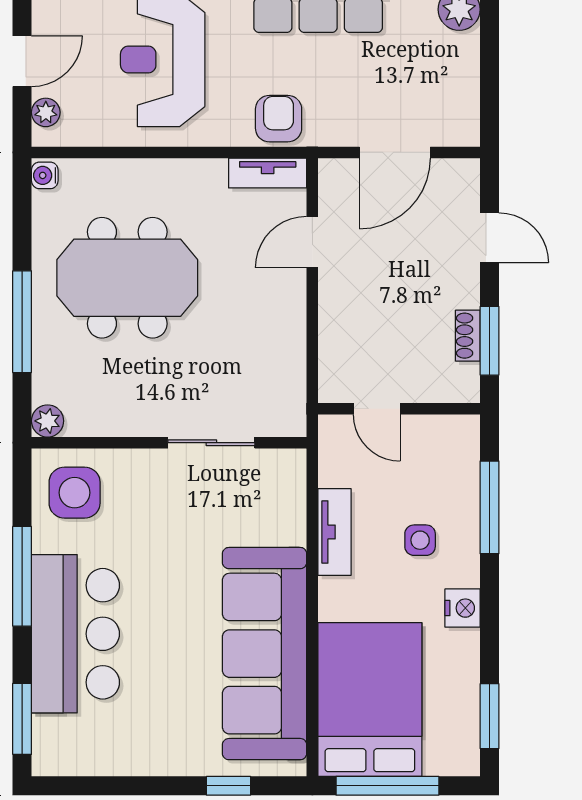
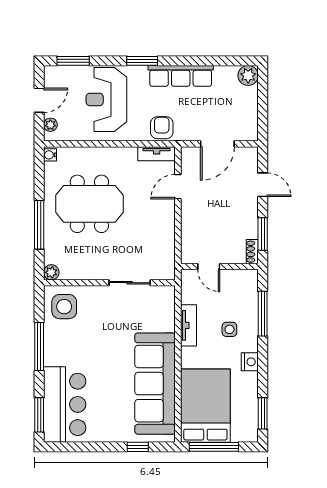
shoe rack: (468, 336) -> (252, 252), moved
bar counter: (75, 634) -> (65, 404), moved

